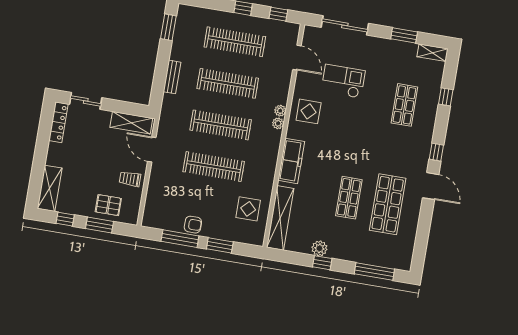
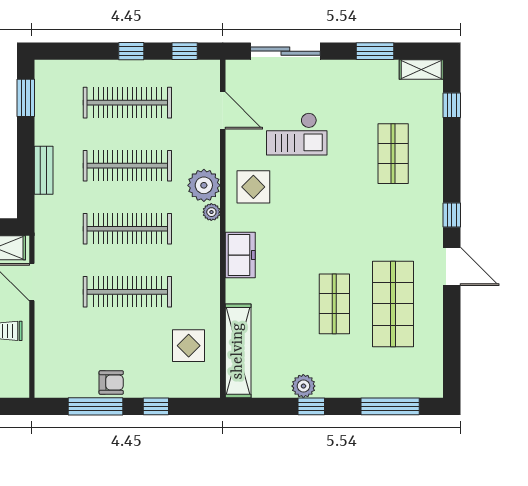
checkout: (343, 81) -> (297, 134), turned 180
window: (446, 97) -> (452, 105), moved
plant: (280, 111) -> (204, 185), width x1.88, depth x1.88
freezer: (291, 161) -> (240, 255), width x0.71
window: (220, 245) -> (156, 406), width x0.67

